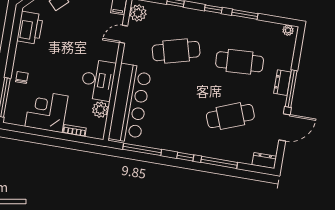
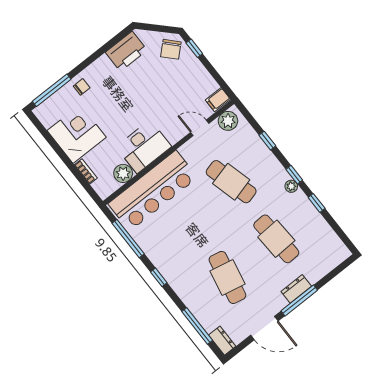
window: (245, 14) -> (317, 203), width x0.67
plant: (288, 30) -> (291, 186), moved
cafe table: (230, 116) -> (227, 277), turned 33
window: (219, 162) -> (197, 326), moved

